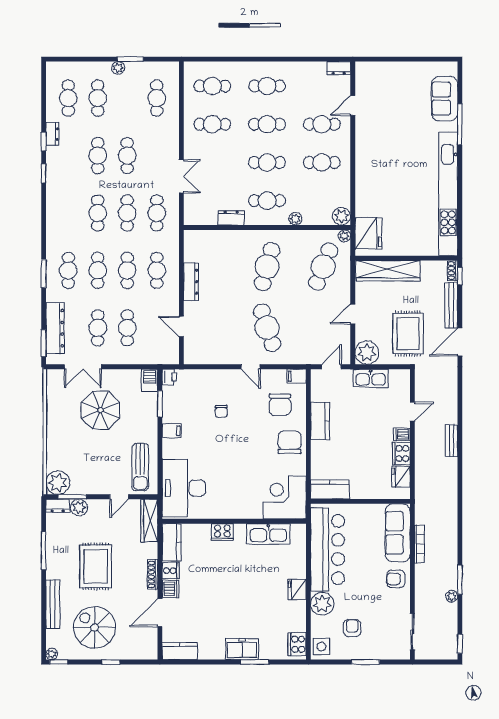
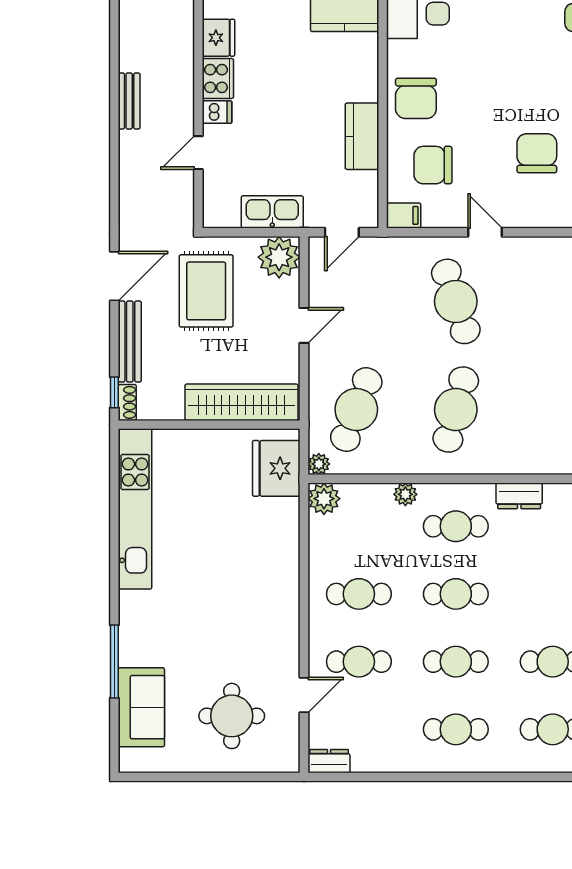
round table: (394, 94) -> (232, 716), added
kitchen unit: (448, 194) -> (135, 509), width x0.73
chair: (280, 405) -> (433, 165), turned -90
chair: (221, 411) -> (537, 153), width x1.87, depth x1.87

